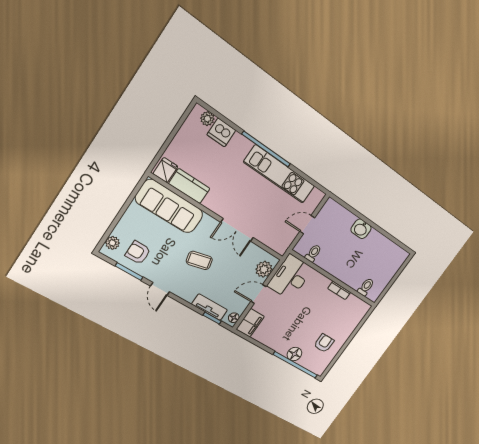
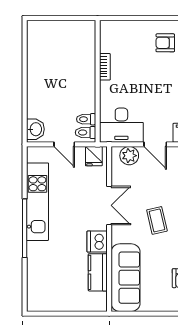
plant: (207, 119) -> (33, 294), removed
dishwasher: (221, 132) -> (97, 242), moved, turned 180
fridge: (165, 170) -> (94, 156), moved, turned -90
washbasin: (361, 229) -> (35, 129), moved
toilet: (366, 287) -> (85, 133), moved

